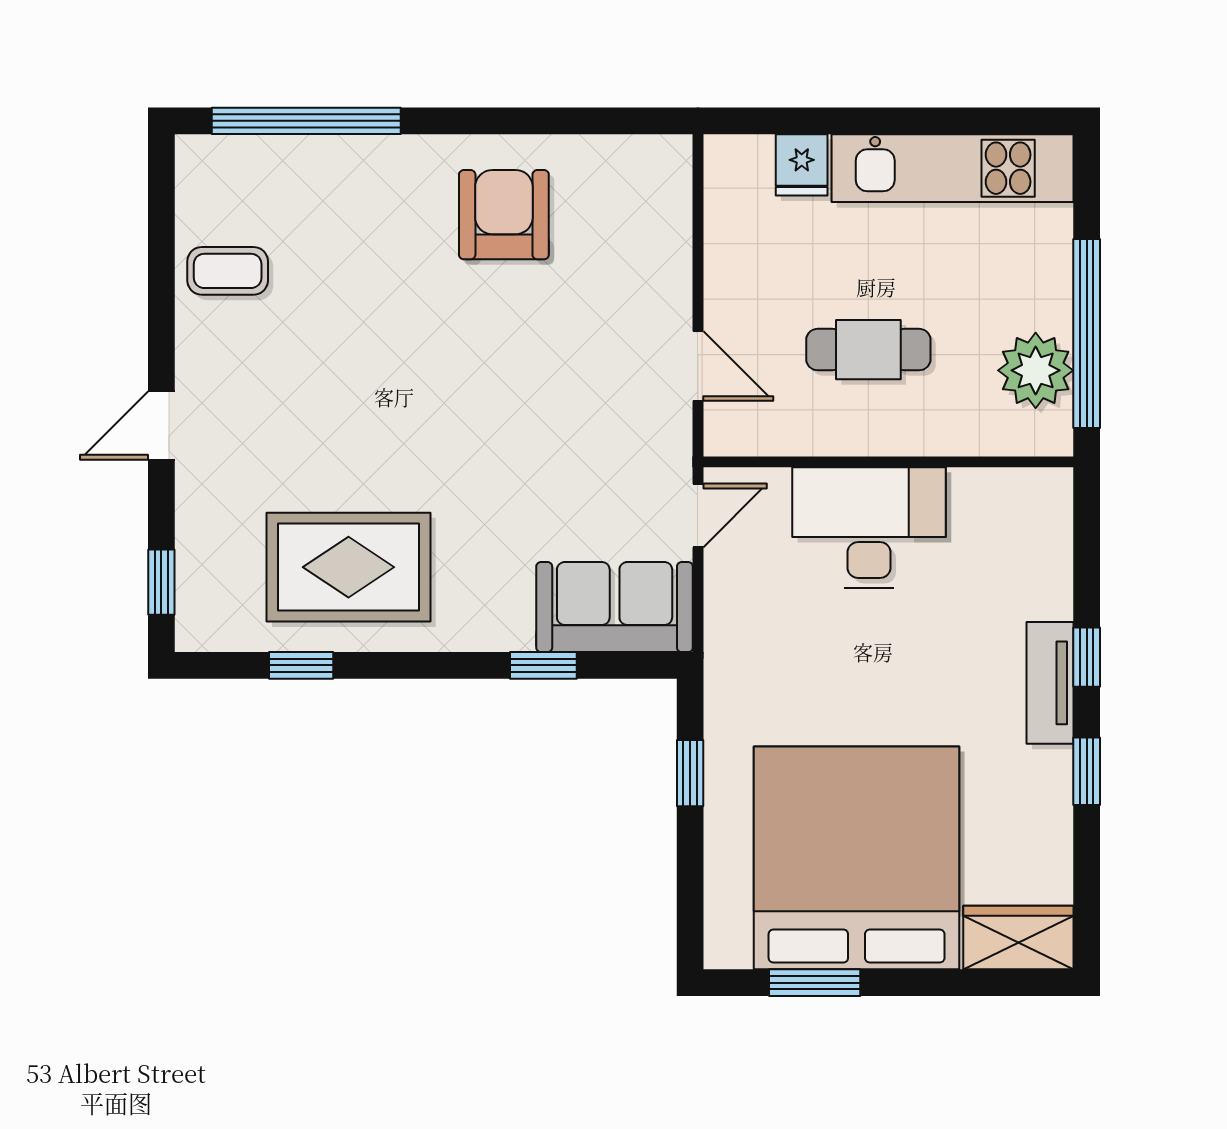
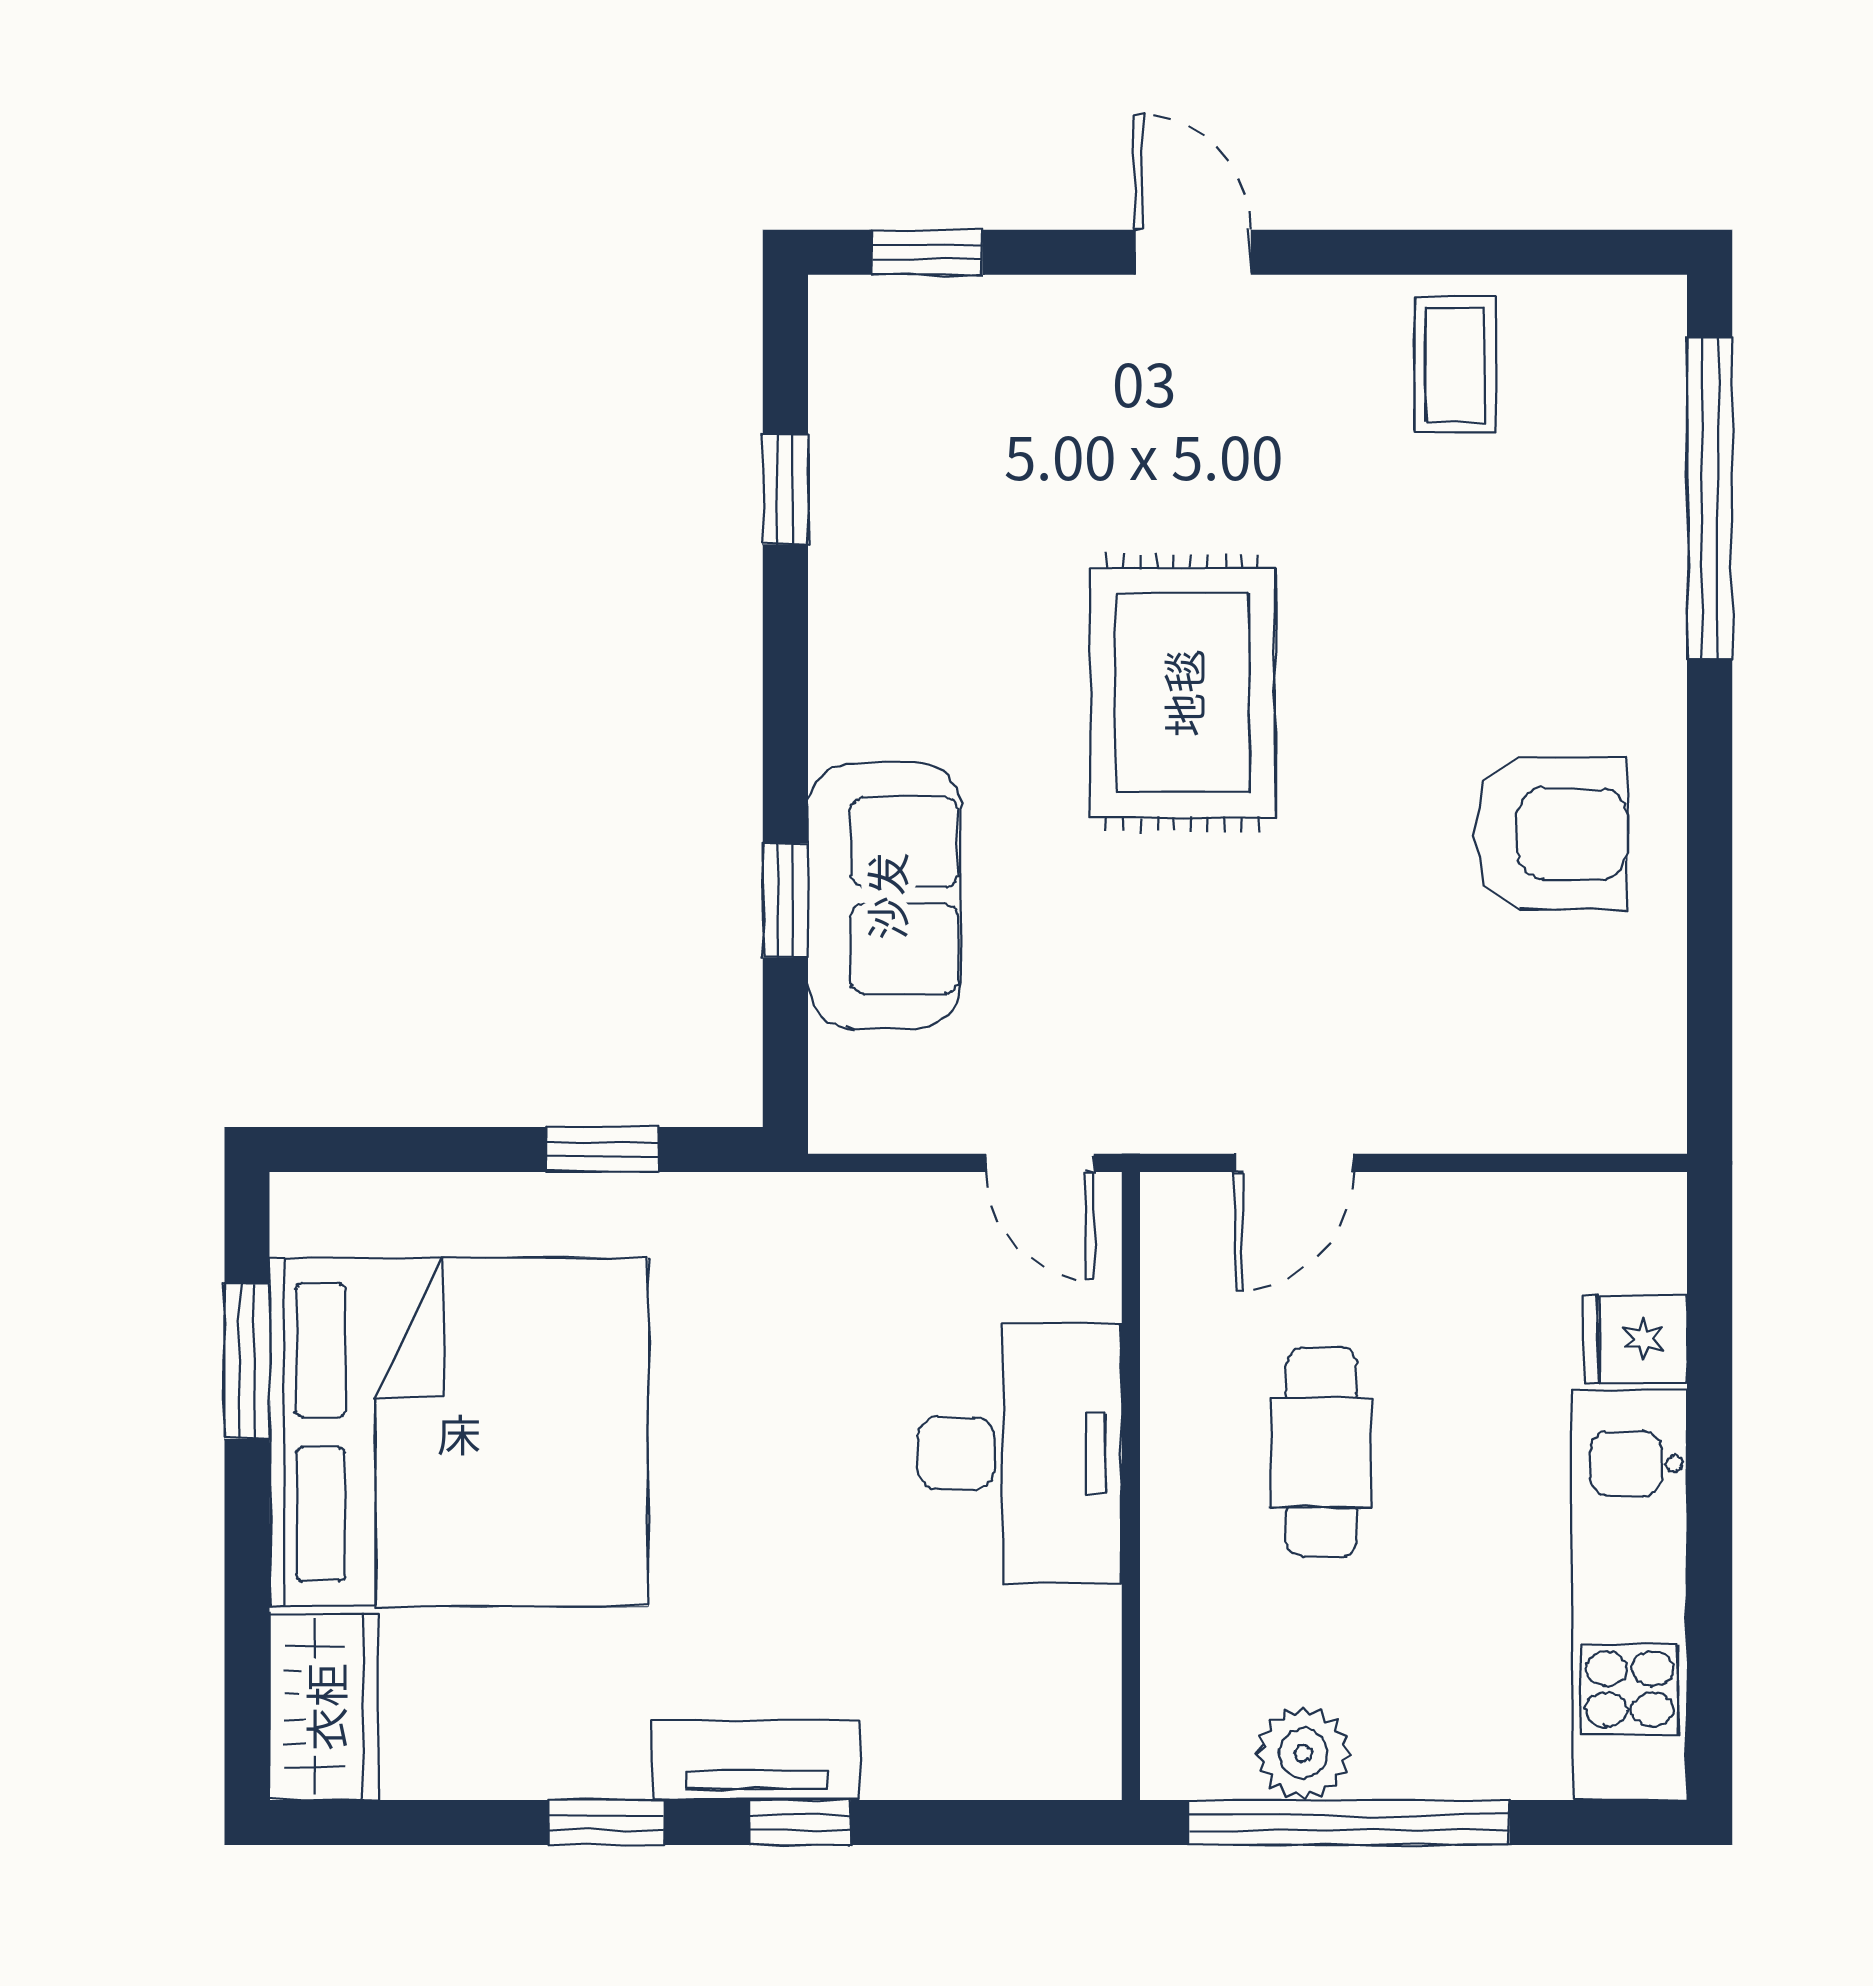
plant: (1036, 370) -> (1303, 1753), width x0.73, depth x0.73
rug: (349, 567) -> (1182, 693), moved
sofa: (615, 607) -> (885, 896), moved

